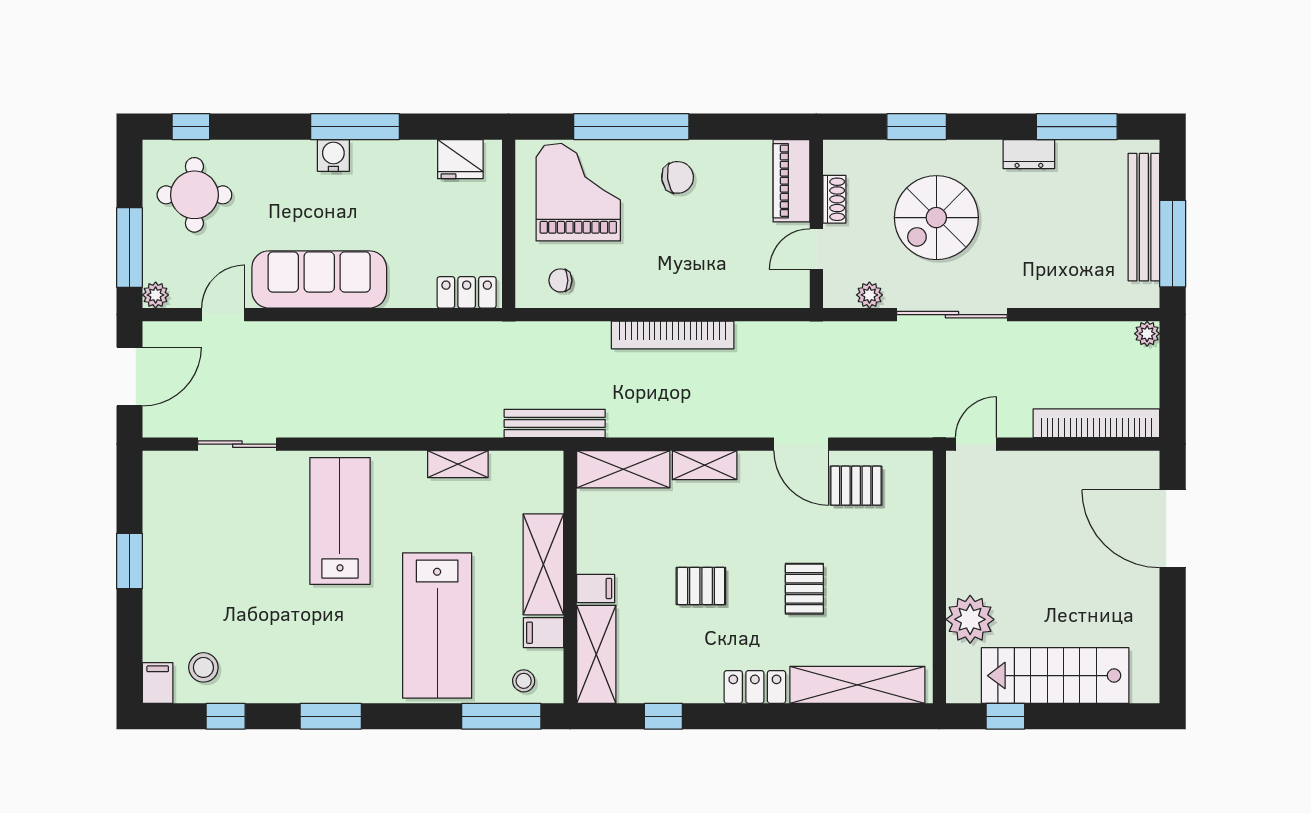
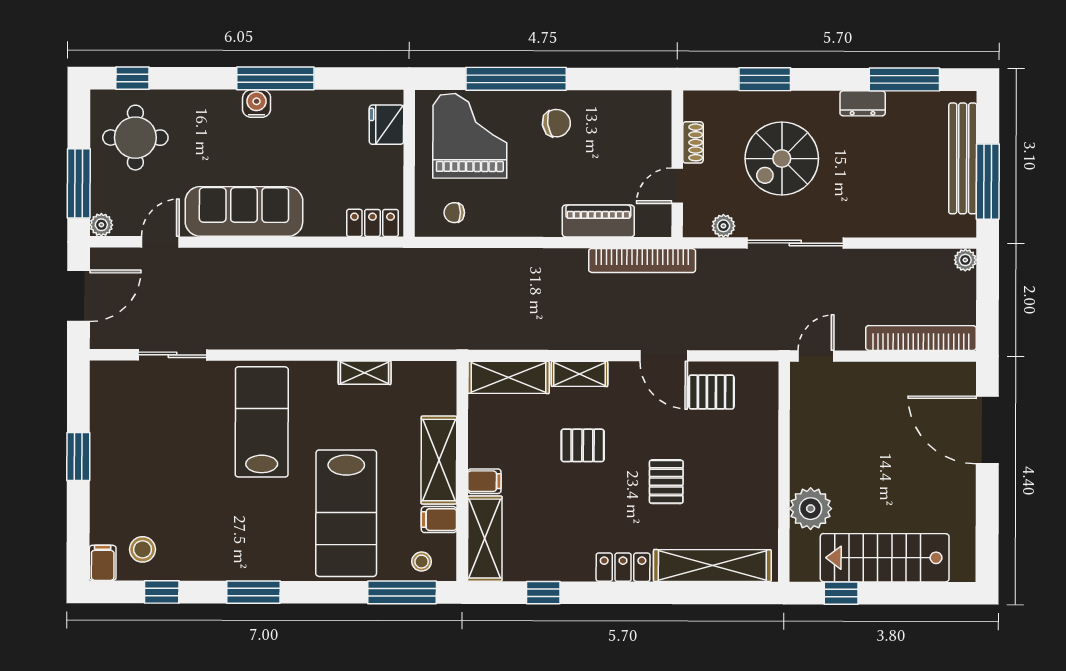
fridge: (460, 159) -> (386, 125), moved, turned 90
piano: (791, 181) -> (598, 221), moved, turned 90
bookcase: (673, 335) -> (642, 260), moved
bench: (555, 424) -> (449, 337), removed
pallet: (701, 586) -> (583, 445), moved

